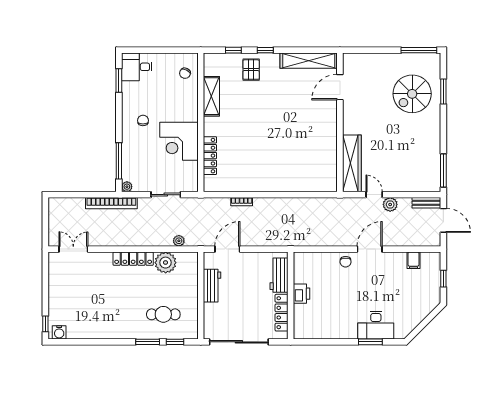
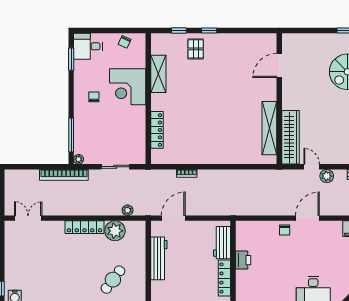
shelving: (309, 61) -> (269, 128), moved, turned 90
chair: (185, 73) -> (125, 42), moved
corner desk: (179, 141) -> (128, 87), moved
workbench: (212, 286) -> (159, 258), width x1.38
cafe table: (163, 314) -> (113, 280), turned -53

